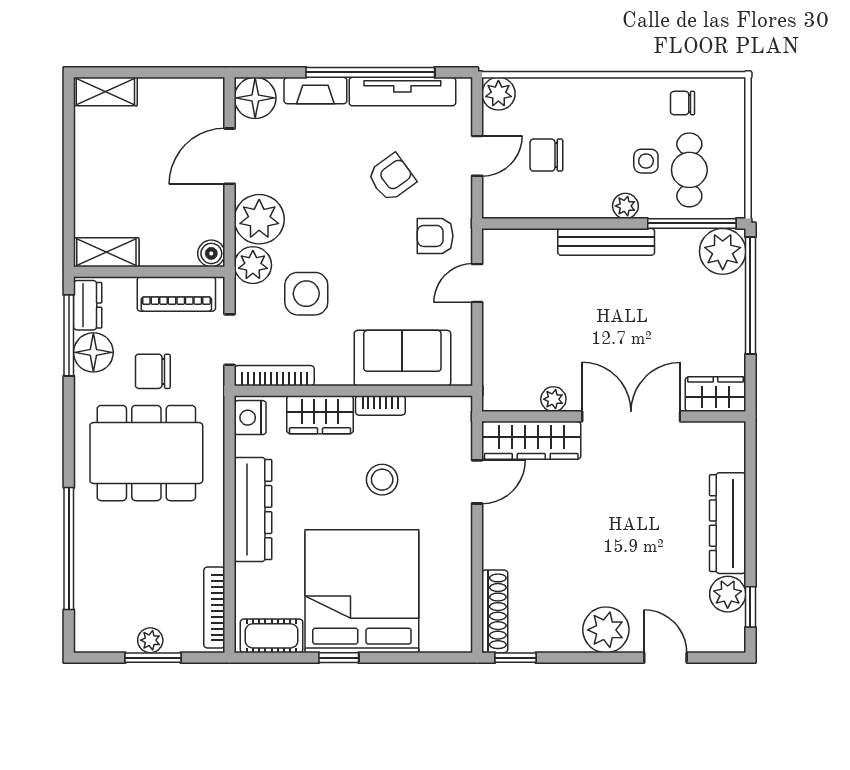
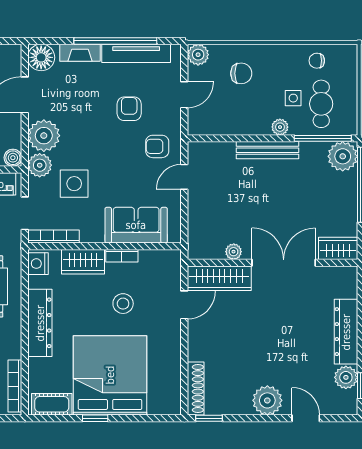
chair: (546, 155) -> (241, 73), moved, turned 180
armchair: (392, 178) -> (129, 109), turned -54

